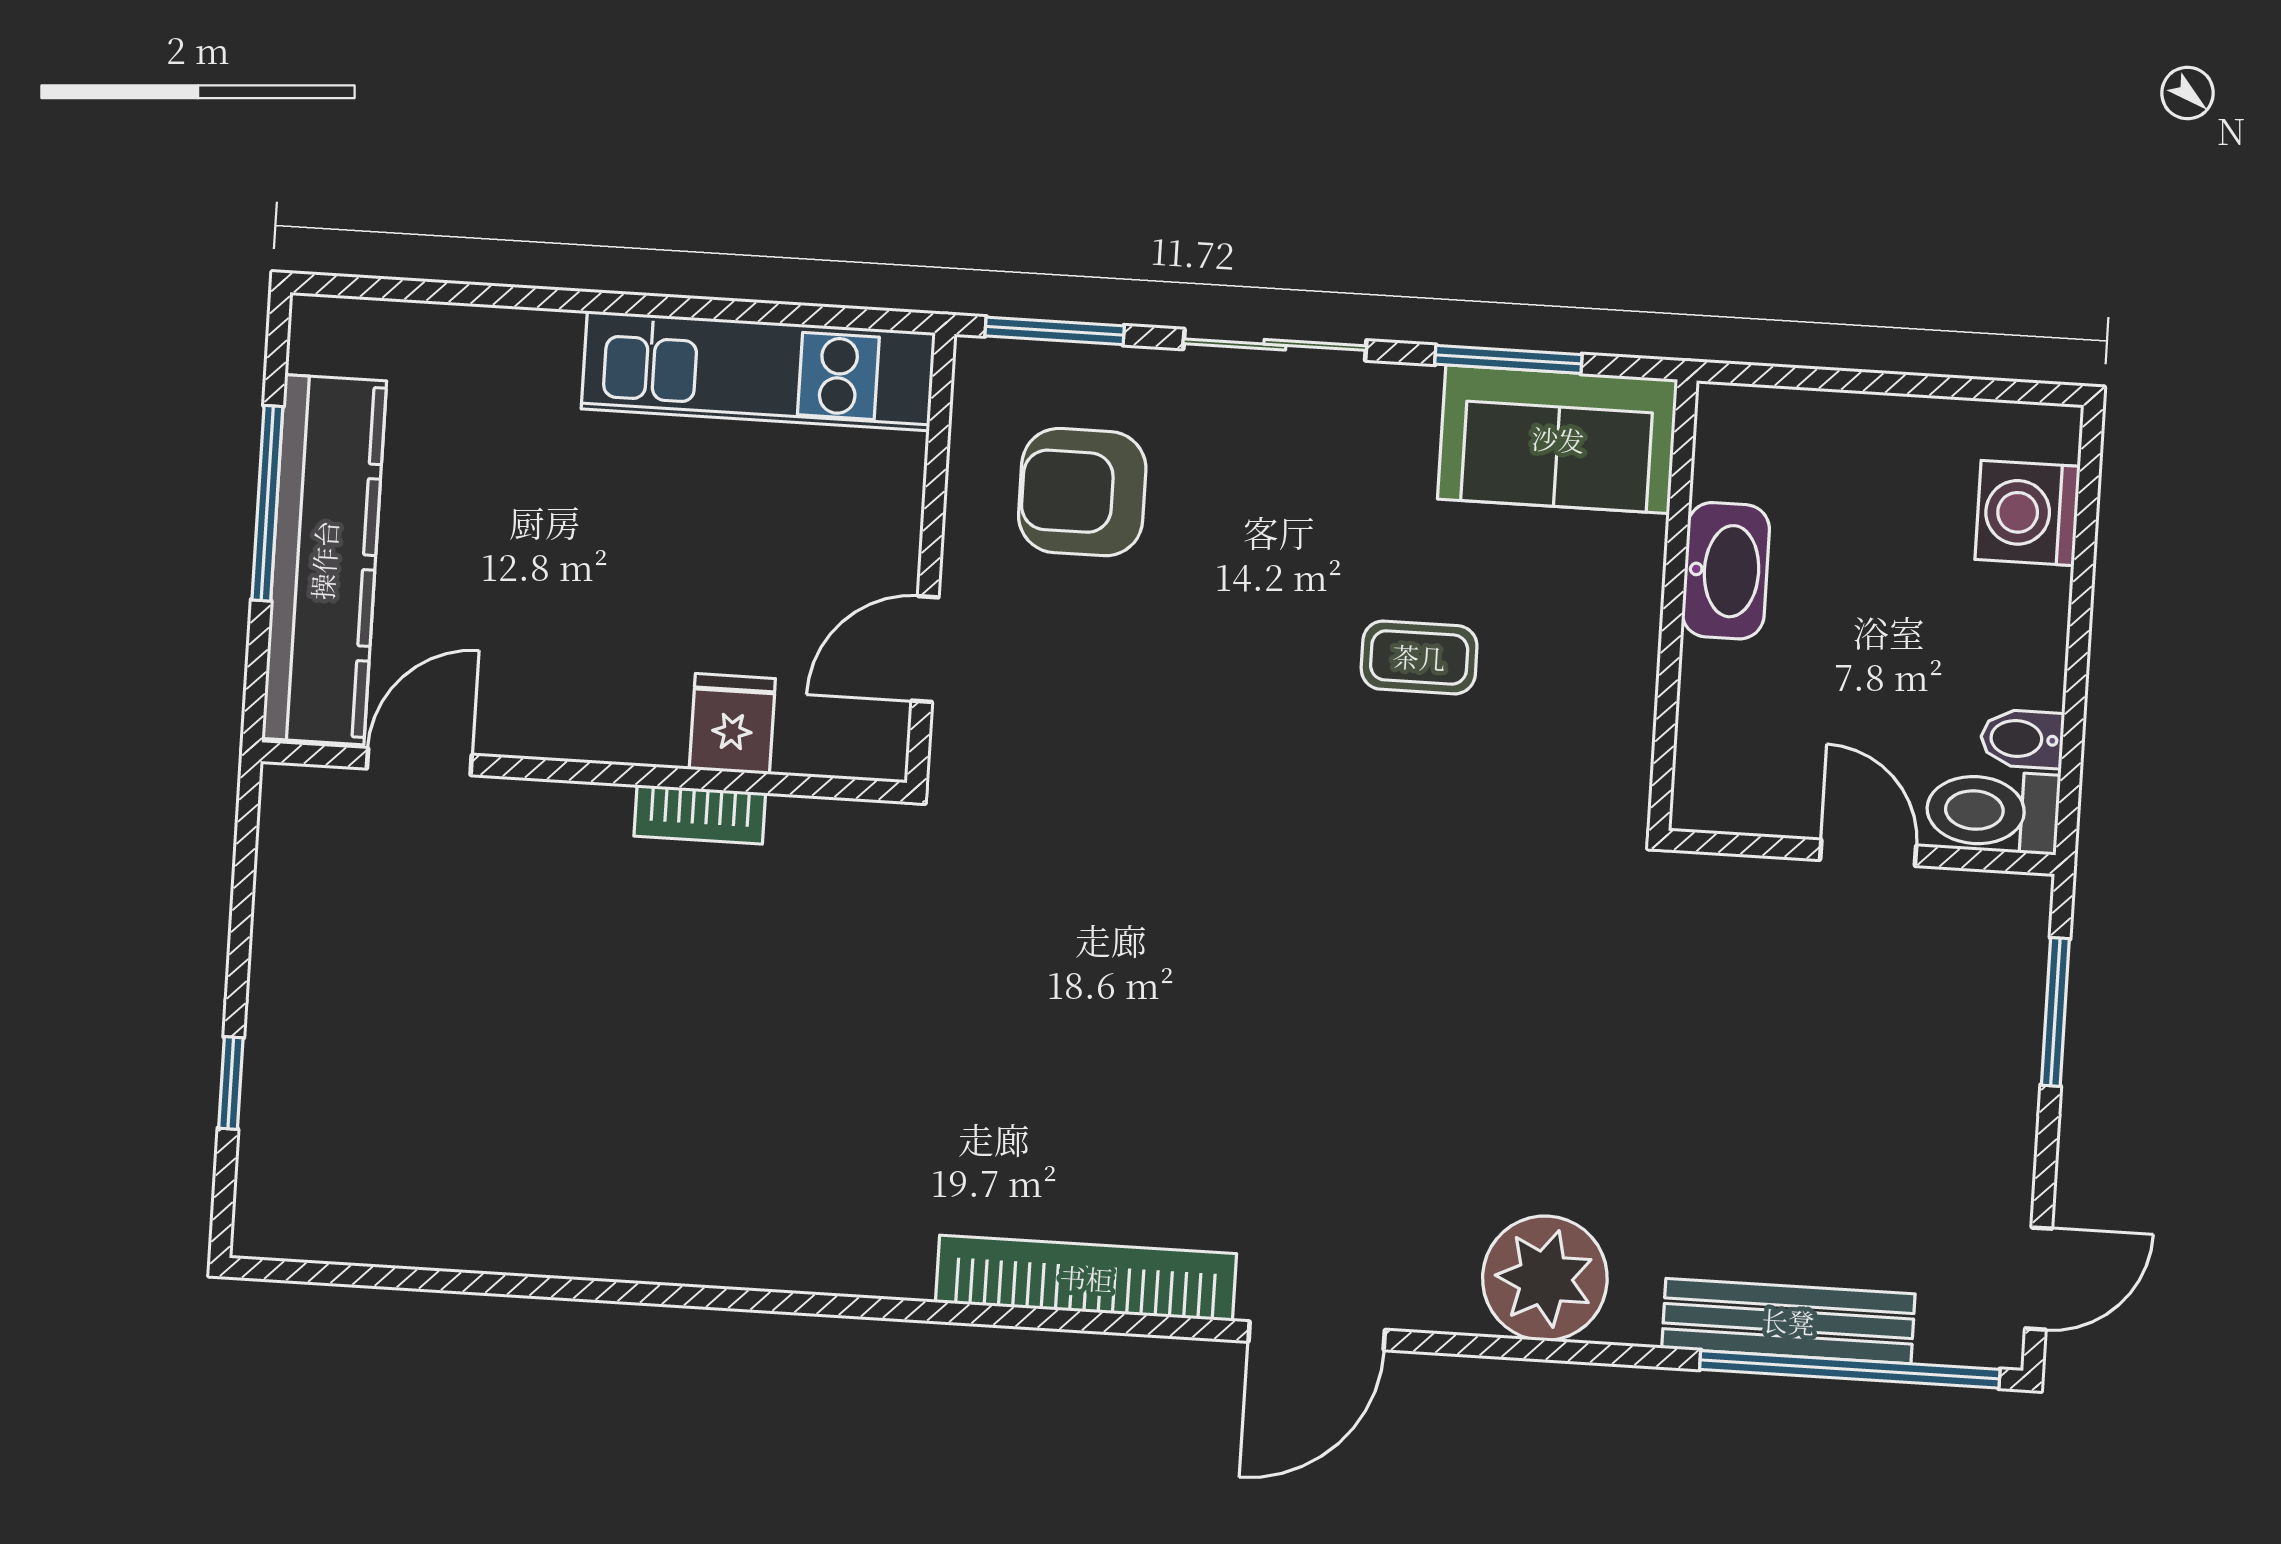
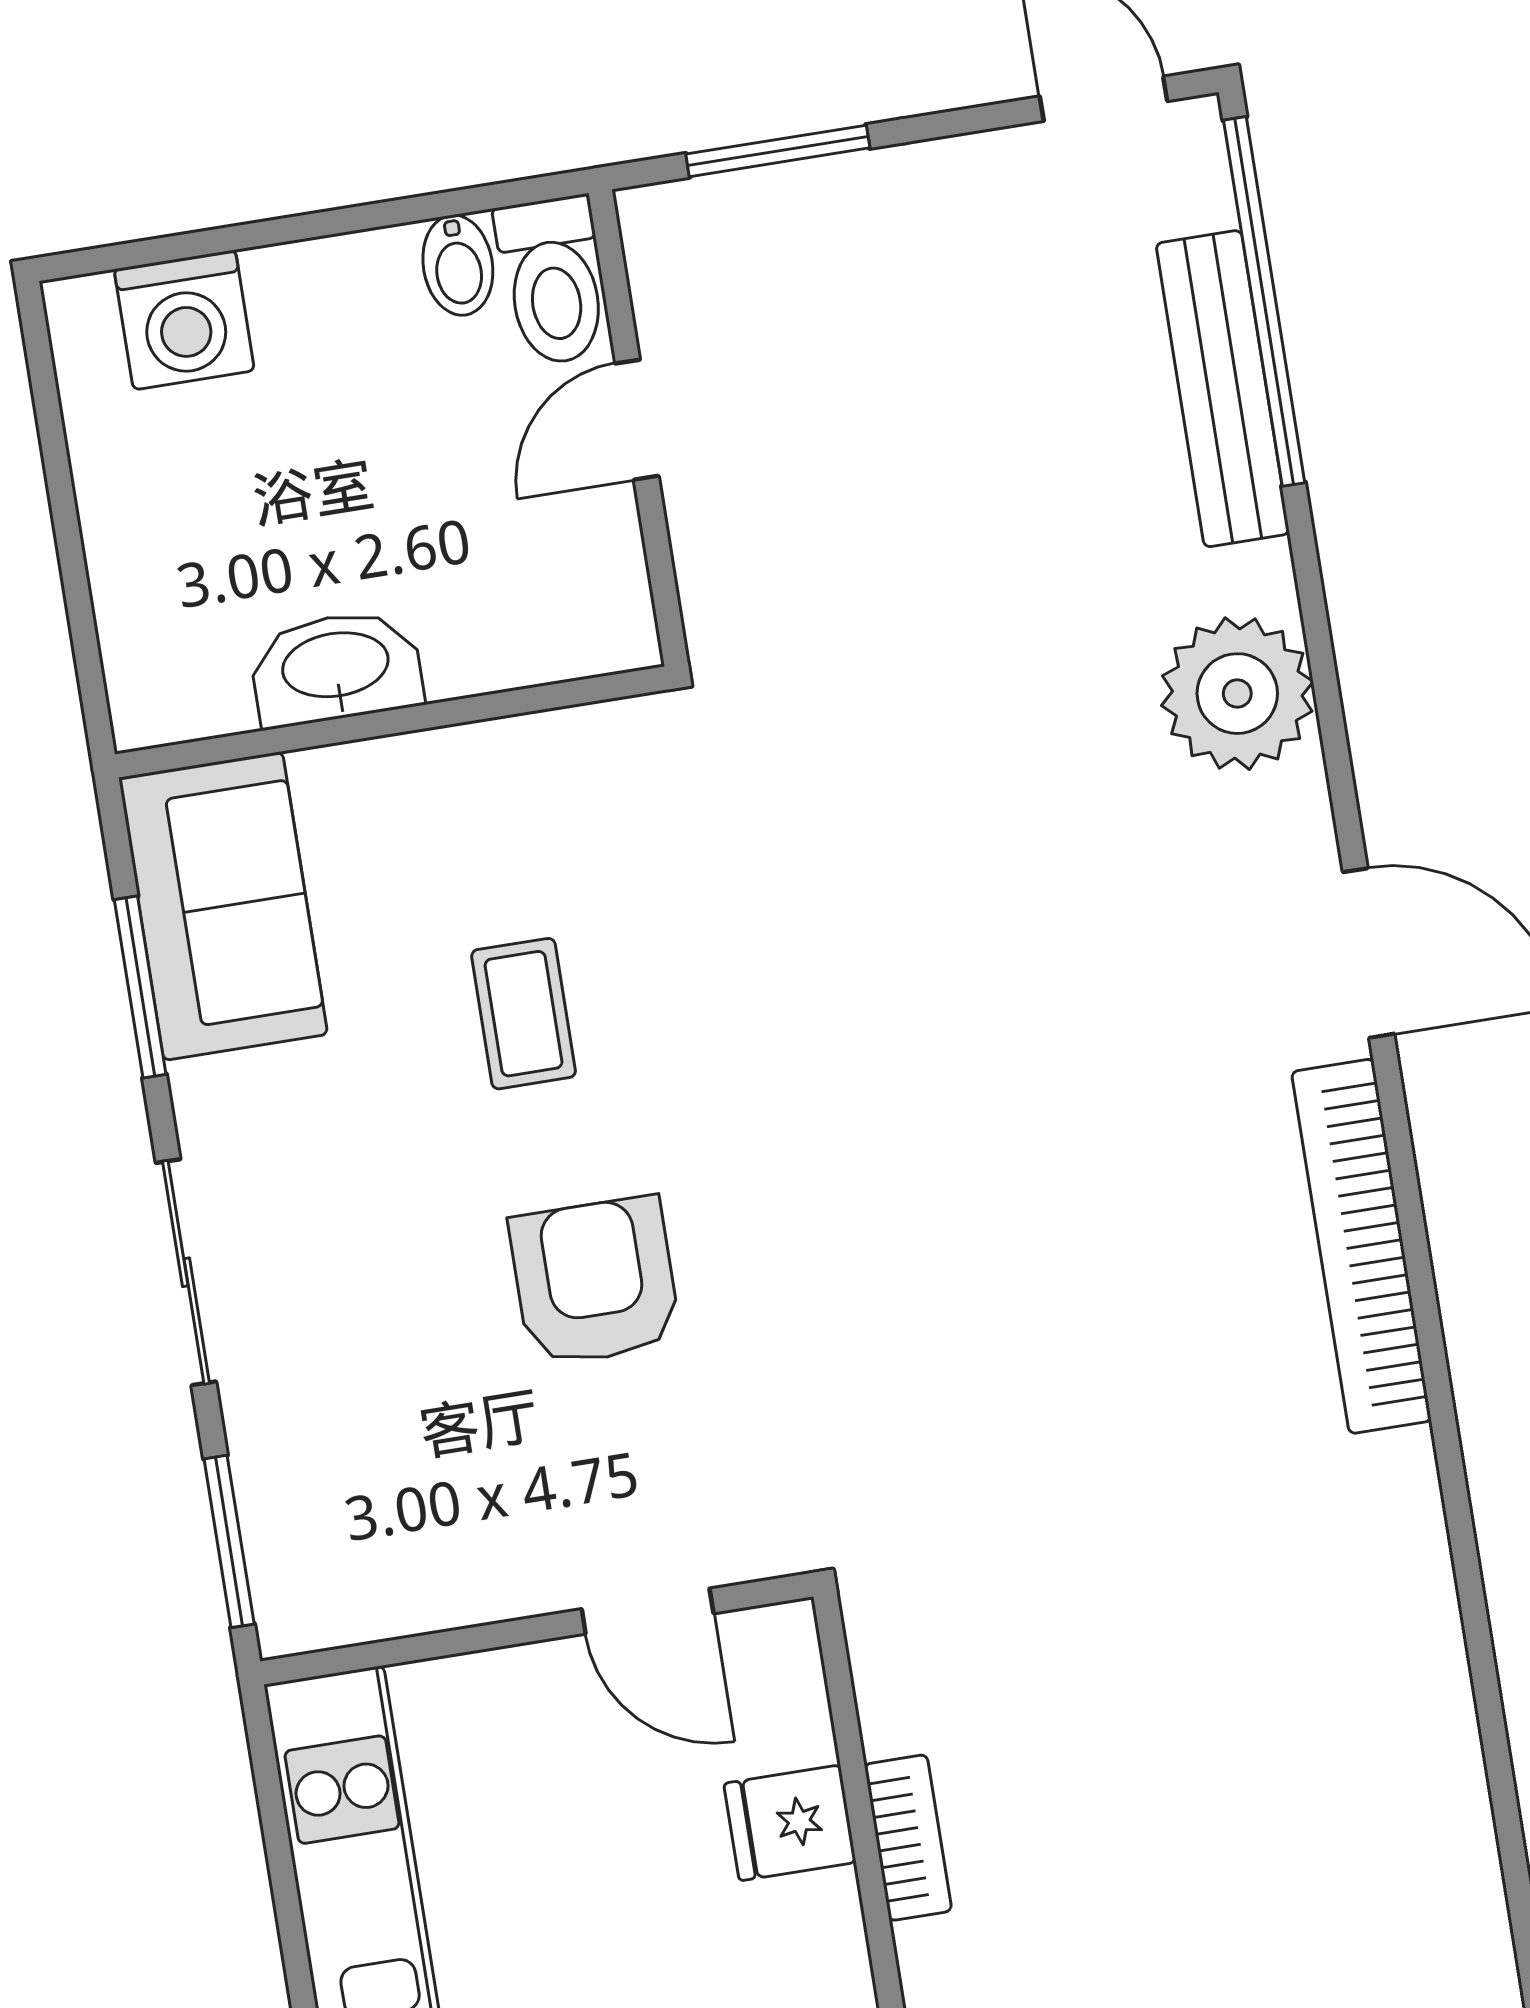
armchair: (1082, 492) -> (595, 1281), moved, turned 180

